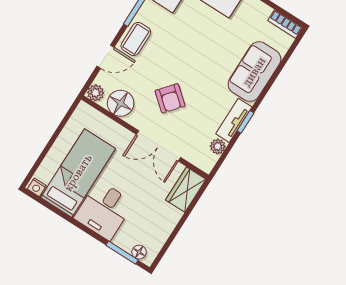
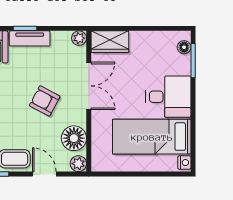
armchair: (170, 98) -> (45, 101), turned -102
plant: (218, 146) -> (79, 38), moved

